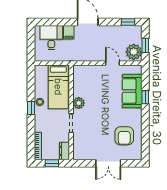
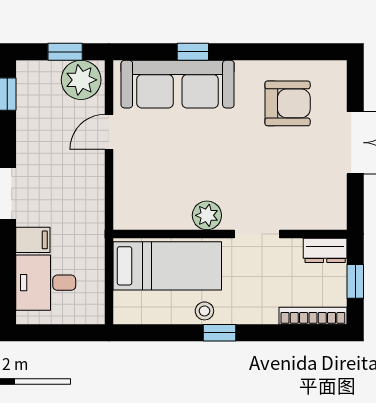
sofa: (132, 91) -> (178, 84), width x1.36

